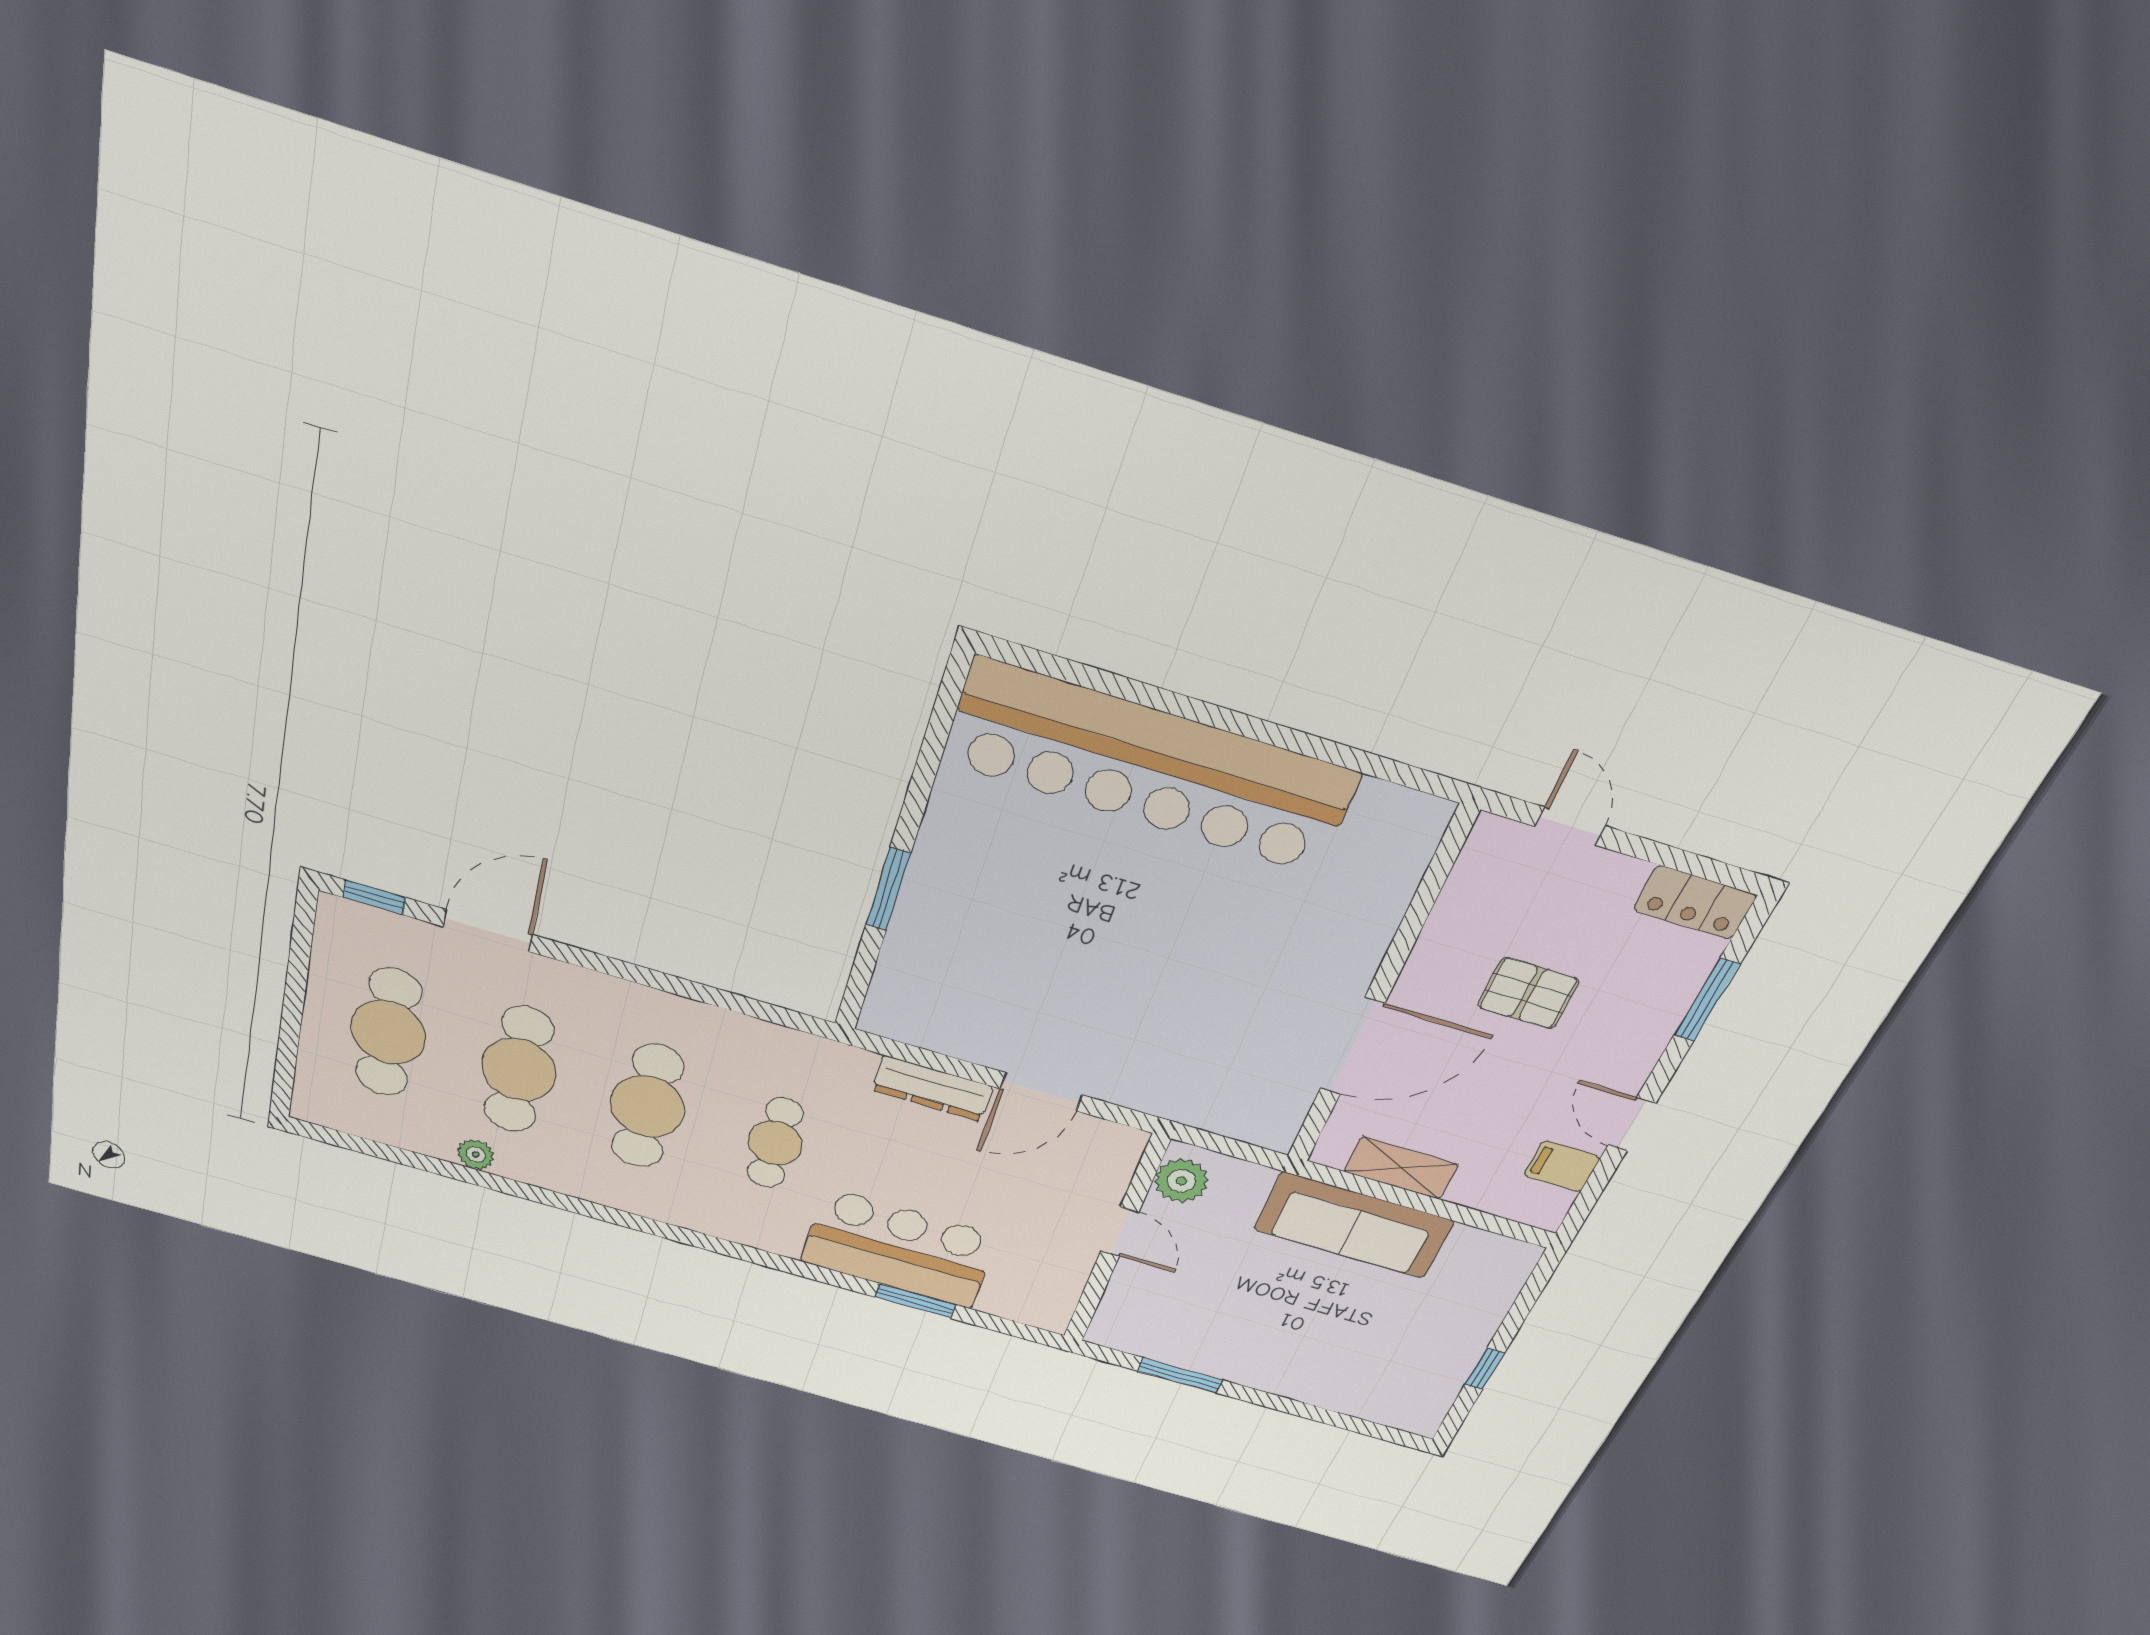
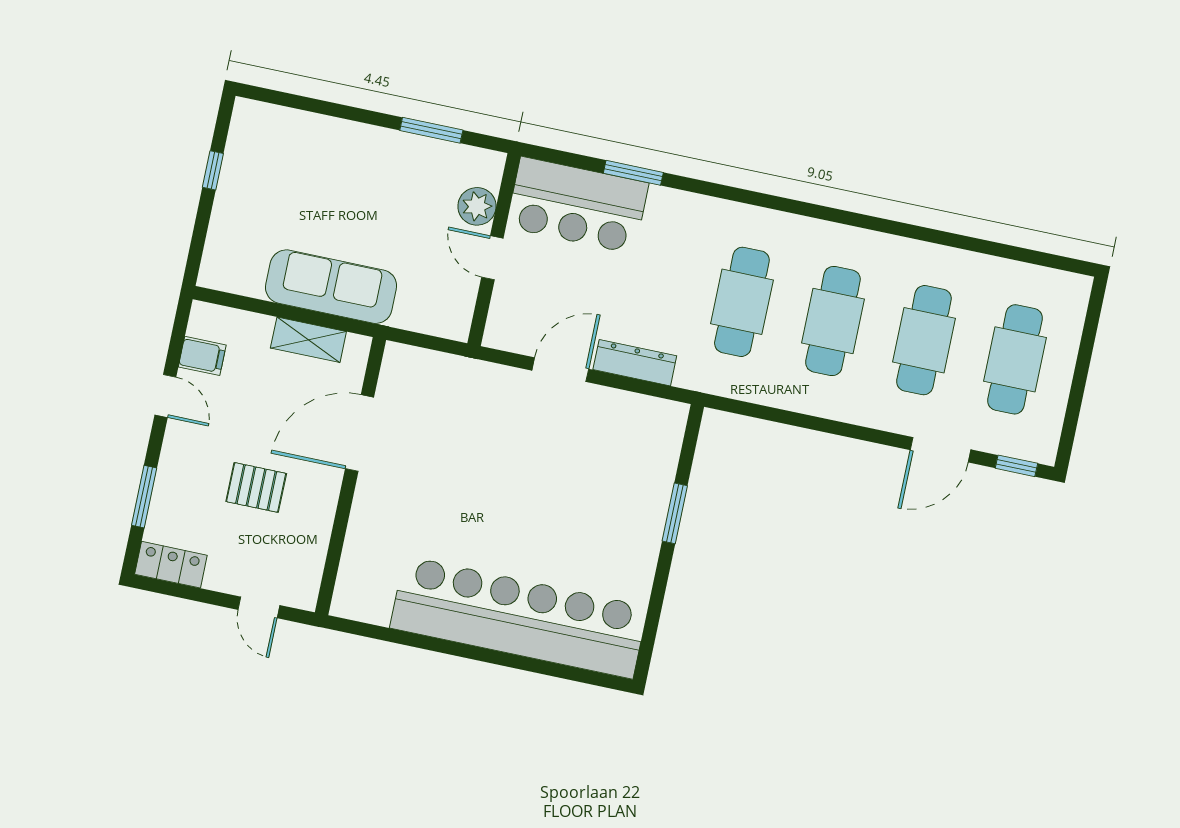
cafe table: (775, 1143) -> (742, 302), width x1.37, depth x1.35
plant: (476, 1154) -> (958, 262), removed
plant: (1181, 1181) -> (477, 206), moved
bar counter: (899, 1248) -> (577, 205), moved

